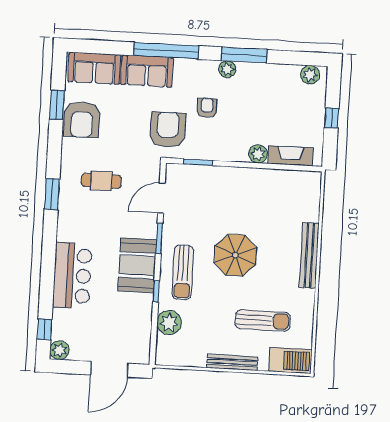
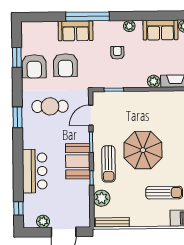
window: (244, 55) -> (140, 16), removed
sofa: (94, 68) -> (160, 30), moved
armchair: (168, 130) -> (65, 65), moved, turned 180
cafe table: (101, 181) -> (50, 106), width x1.37, depth x1.35
parasol: (235, 255) -> (143, 150), width x1.36, depth x1.36
plant: (59, 350) -> (43, 221), moved
bench: (232, 362) -> (112, 222), moved

